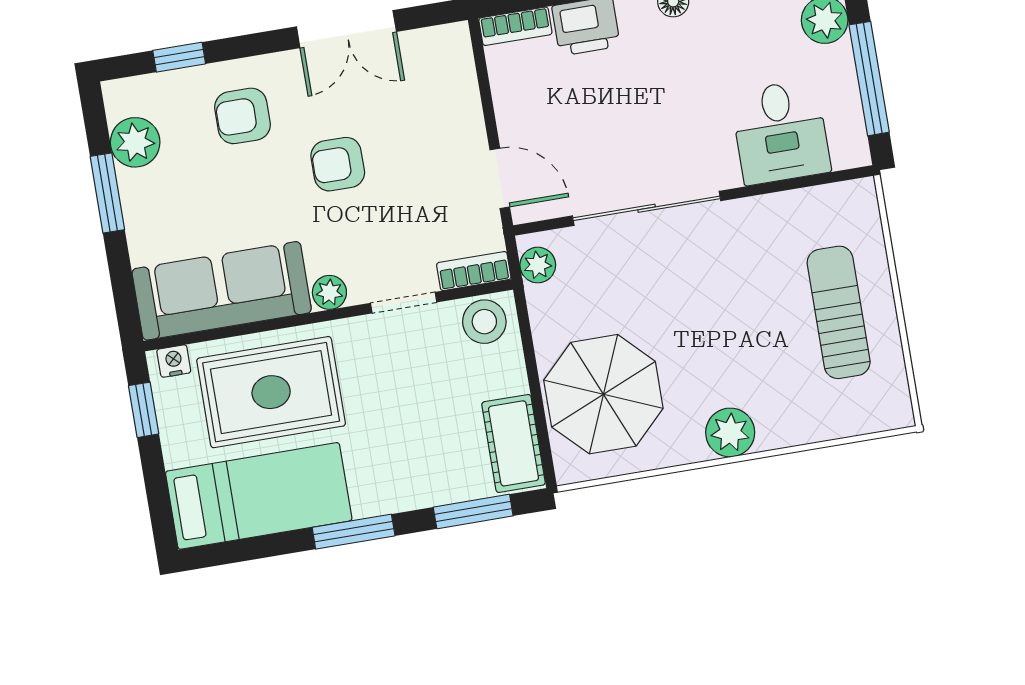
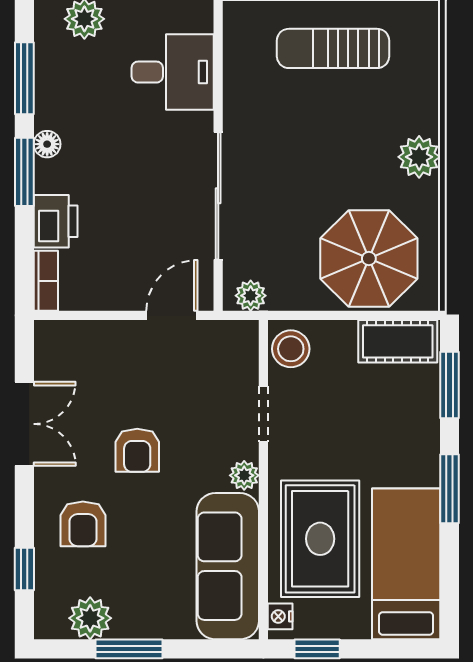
bookcase: (474, 271) -> (247, 351), removed

